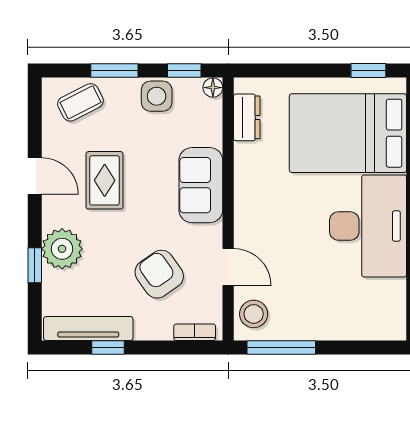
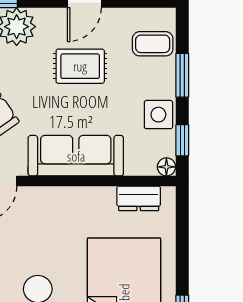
coffee table: (80, 102) -> (153, 44), turned -63
sofa: (201, 185) -> (76, 156), width x1.36

